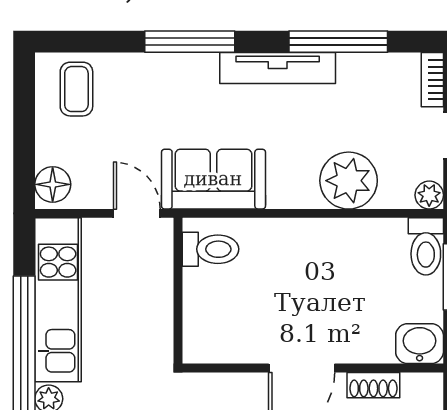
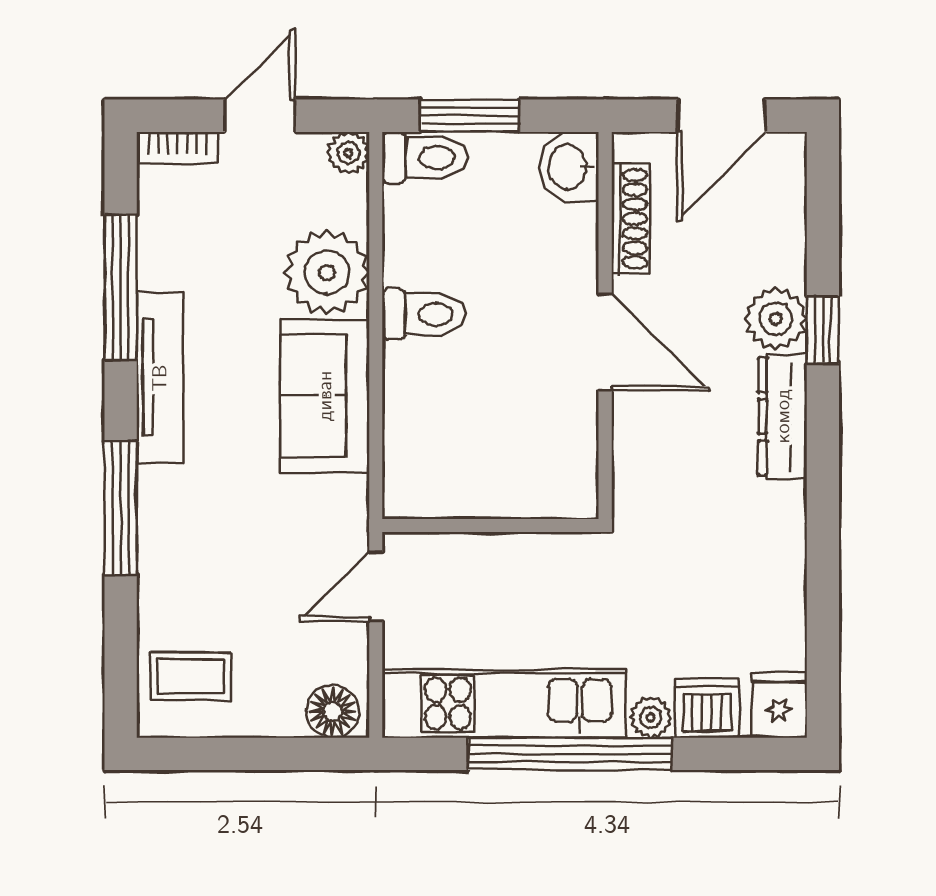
sofa: (213, 179) -> (325, 396), moved
toilet: (210, 249) -> (424, 314), moved, turned 90
shoe rack: (373, 385) -> (630, 219), width x1.43

